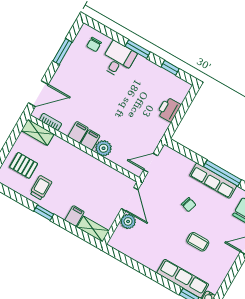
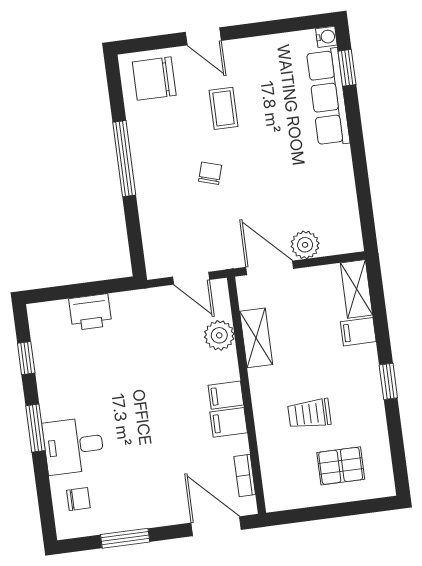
shelving: (38, 132) -> (256, 338), moved
plant: (104, 148) -> (219, 335), moved
pallet: (24, 165) -> (341, 466), turned 90
row of seats: (213, 181) -> (146, 164), removed
trolley: (41, 188) -> (309, 414), moved
door: (130, 199) -> (270, 268), hinge flipped
coffee table: (198, 242) -> (224, 108), moved

